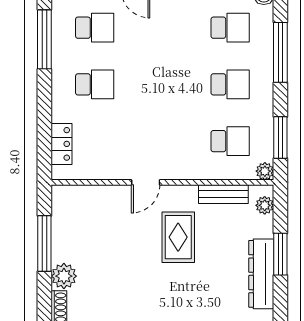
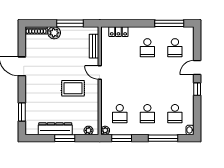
bench: (223, 194) -> (94, 46), moved

